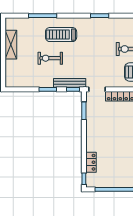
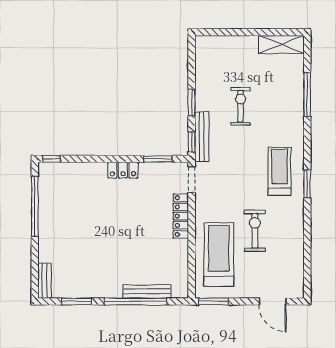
treadmill: (61, 35) -> (280, 171), moved
shelving: (11, 45) -> (281, 44), moved
locker: (91, 162) -> (123, 170), moved

